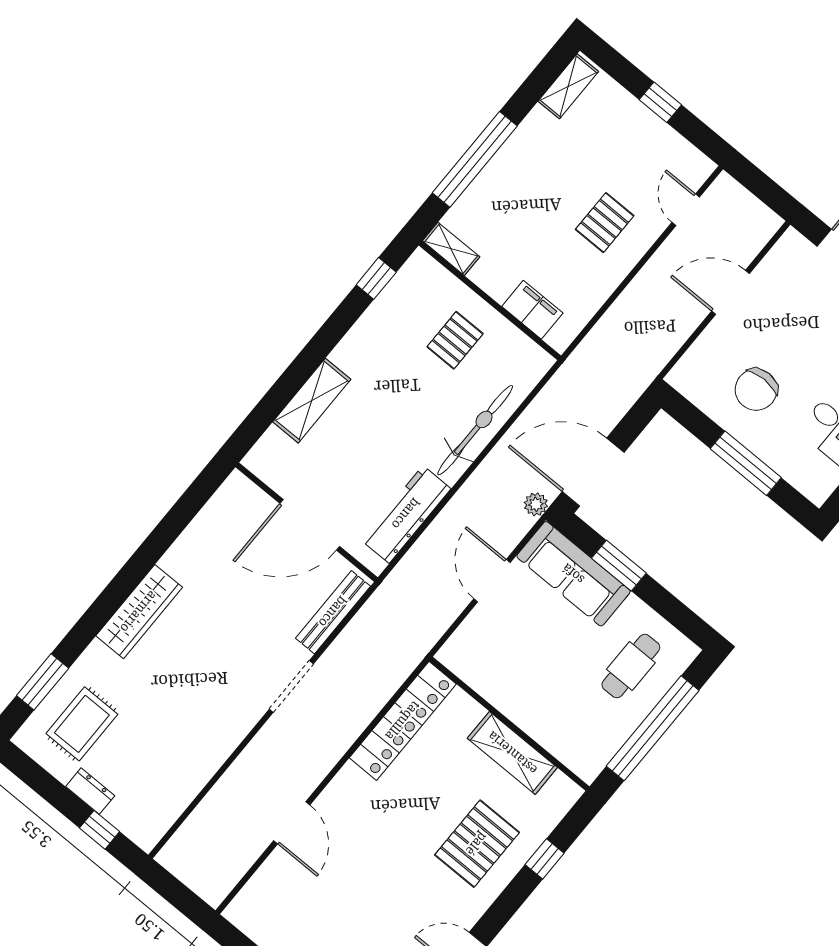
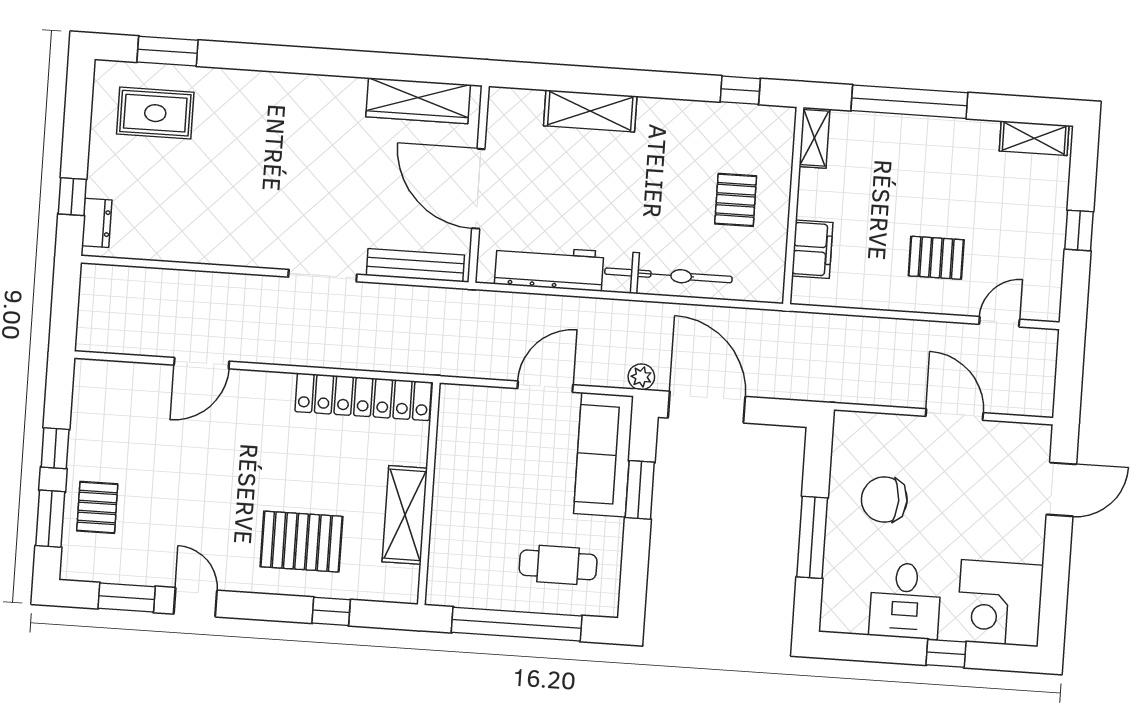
pallet: (455, 340) -> (736, 200), turned 90
wardrobe: (139, 612) -> (418, 101), moved
dresser: (90, 791) -> (97, 223), moved

